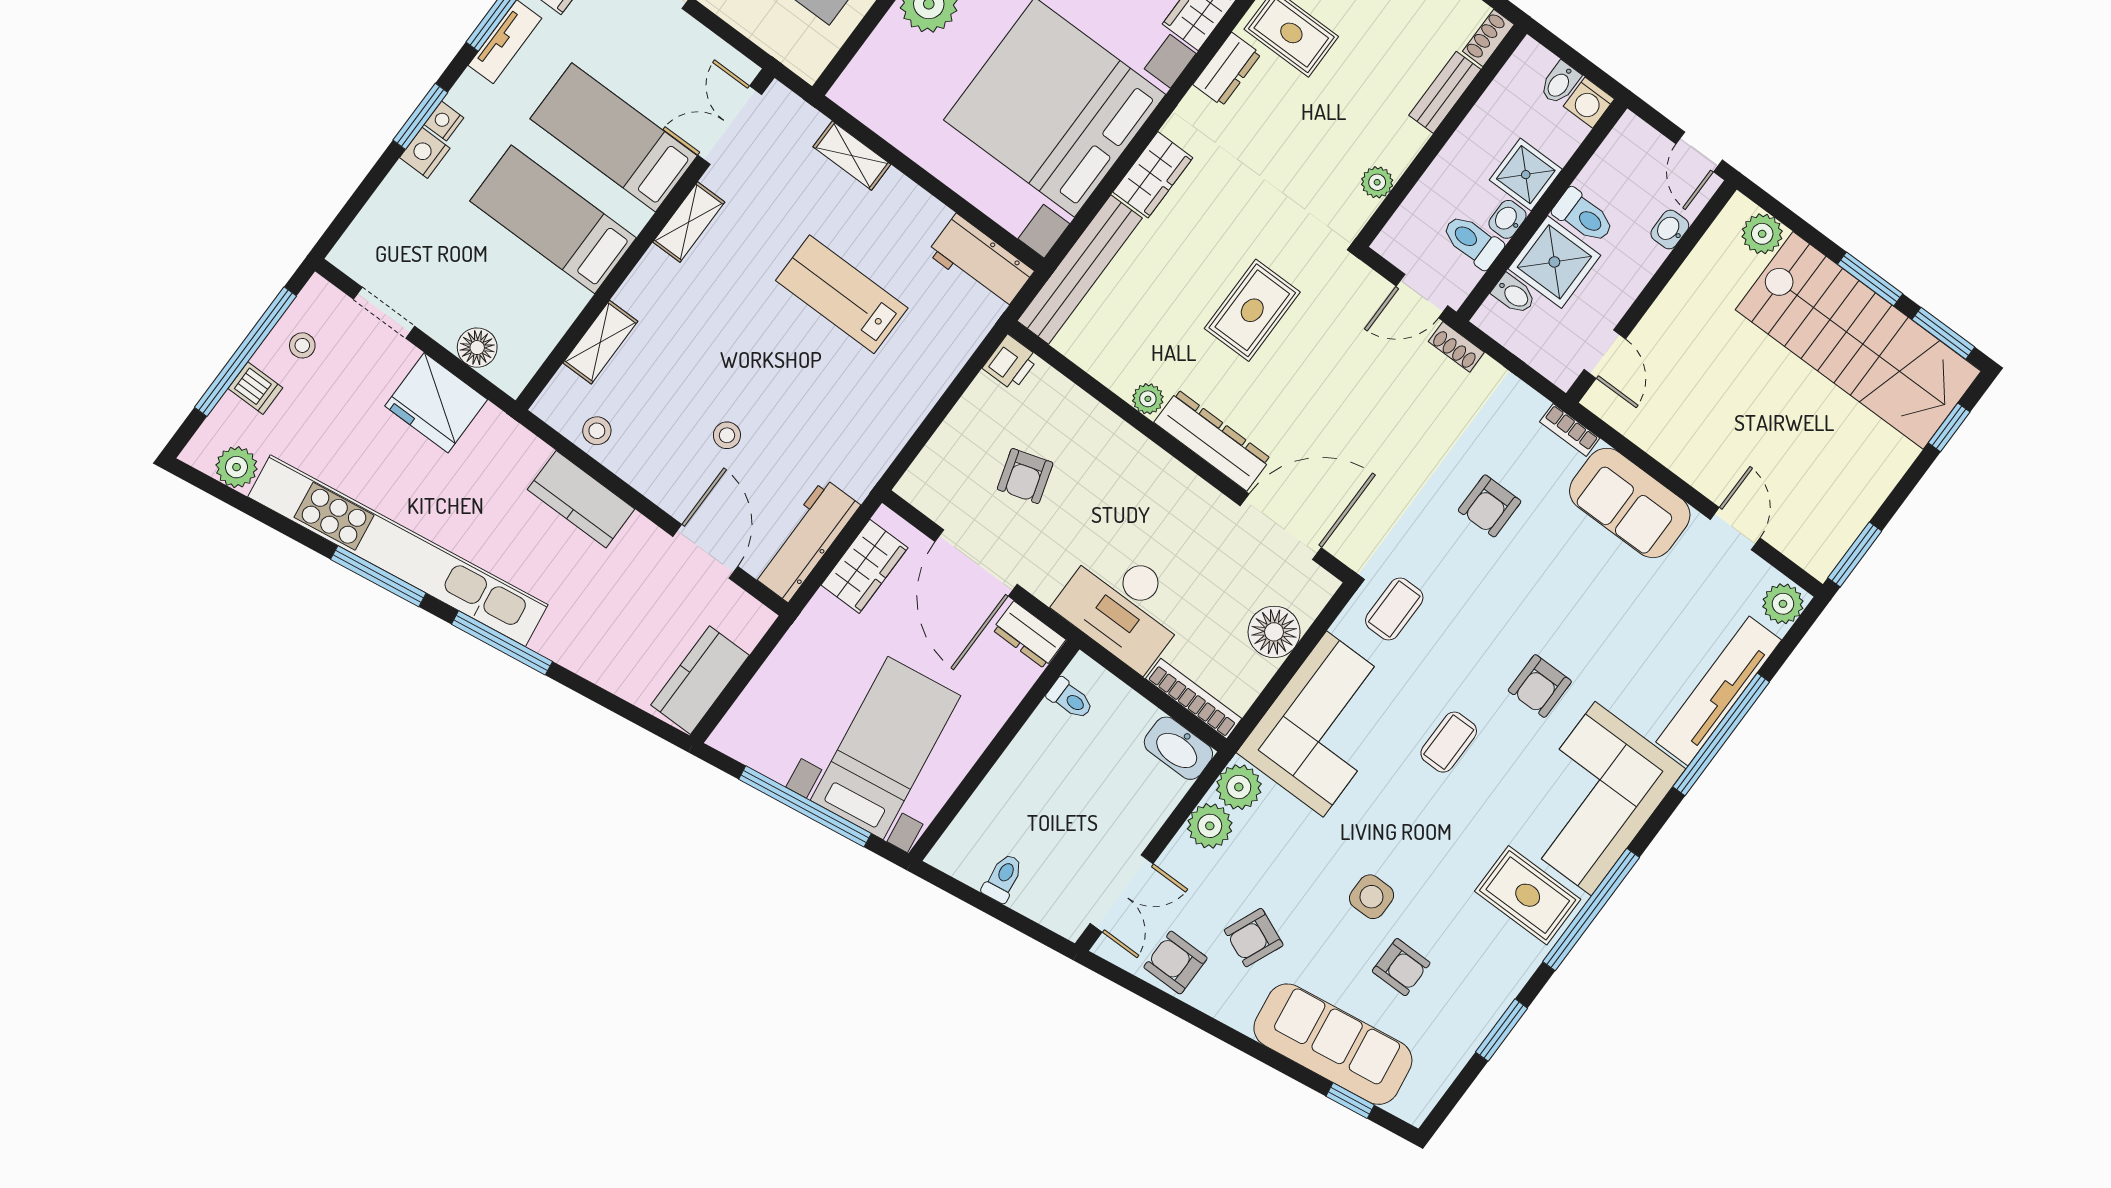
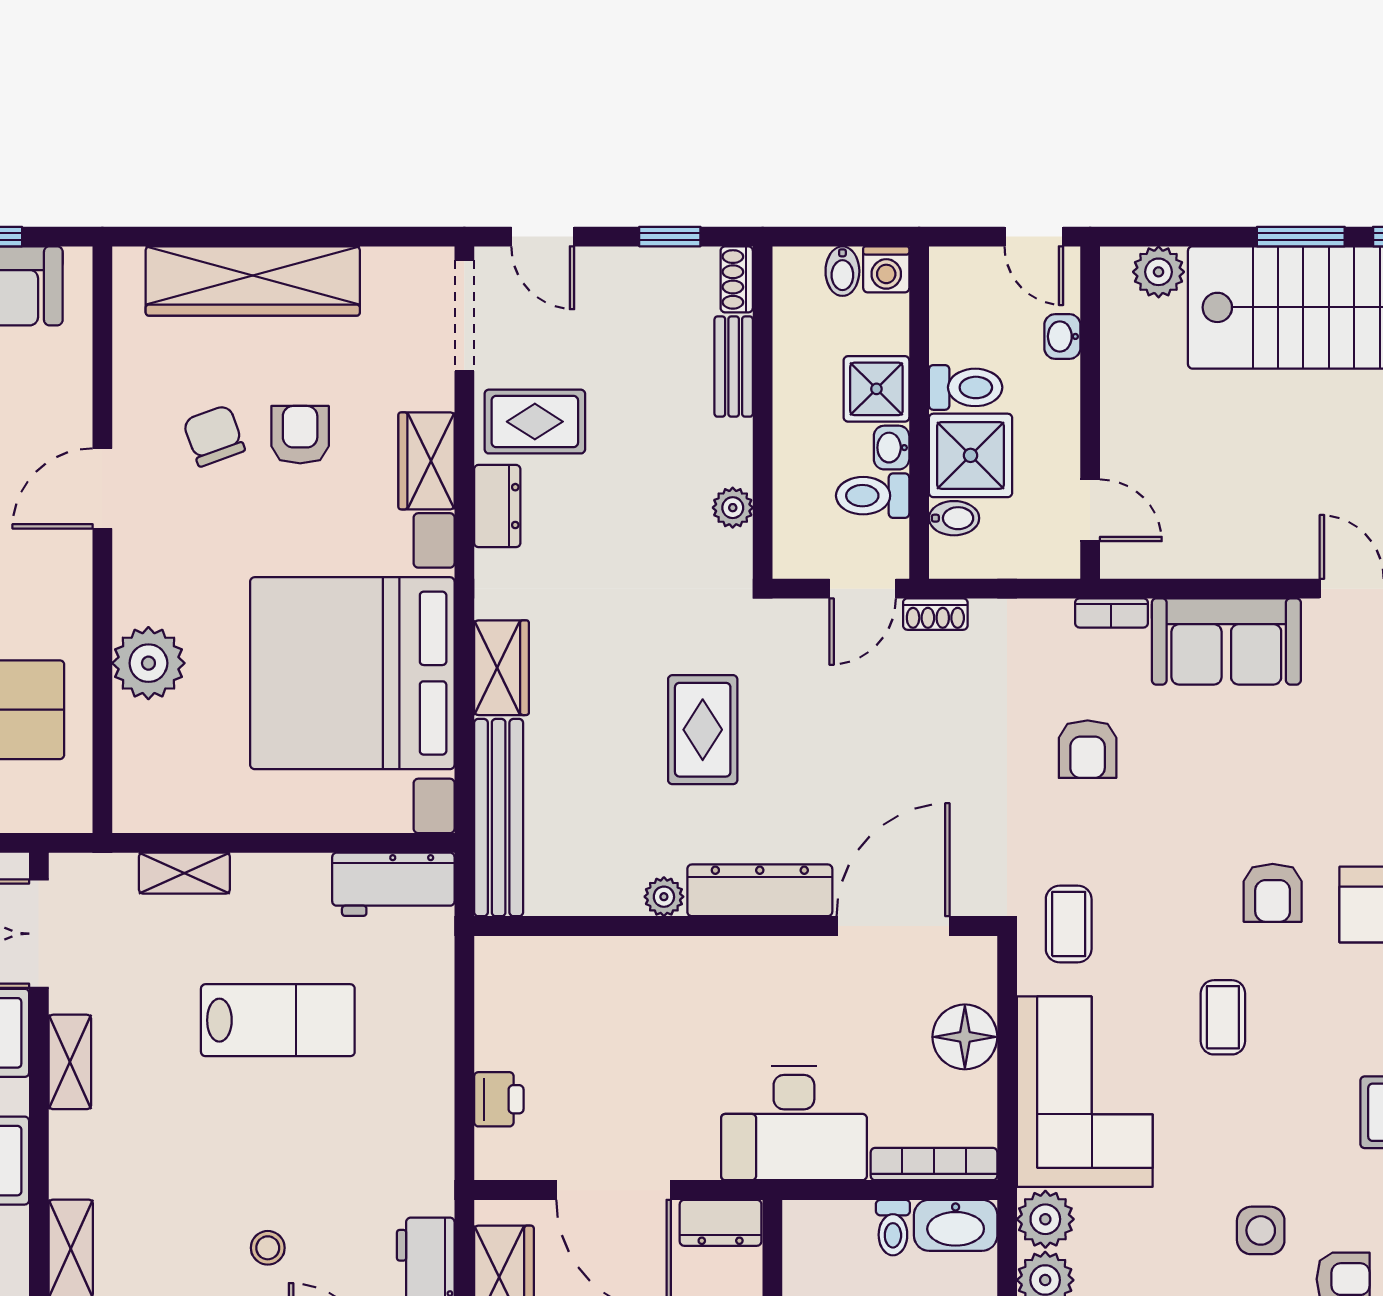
lab bench: (842, 294) -> (278, 1020), turned 180
printer: (1011, 363) -> (499, 1099), moved
armchair: (1025, 476) -> (598, 1066), removed
toilet: (1070, 699) -> (893, 1228), moved, turned 90

